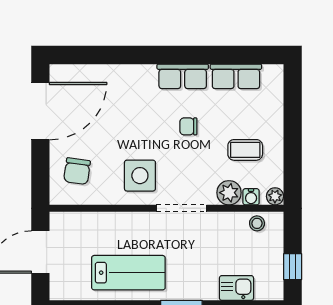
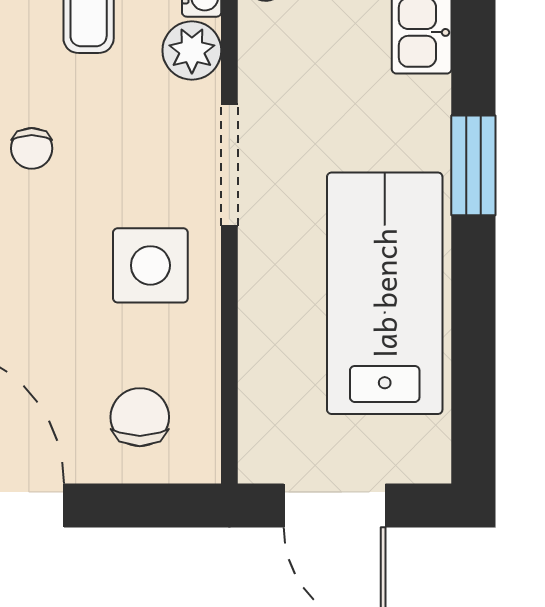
chair: (77, 171) -> (140, 417), turned -98
lab bench: (128, 273) -> (385, 293), width x1.36, depth x1.39

